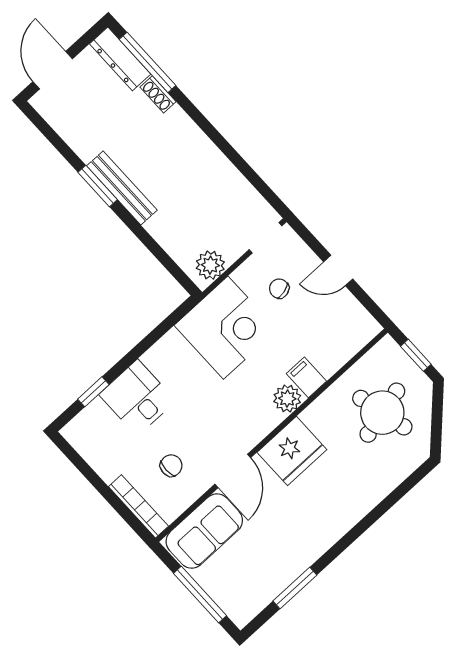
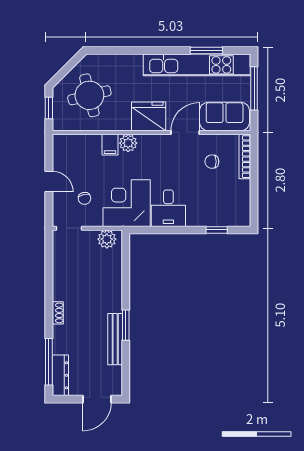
shoe rack: (158, 94) -> (58, 313), moved
bench: (122, 188) -> (115, 339), moved
desk: (137, 398) -> (168, 208), moved
kitchen unit: (291, 561) -> (197, 65), added

